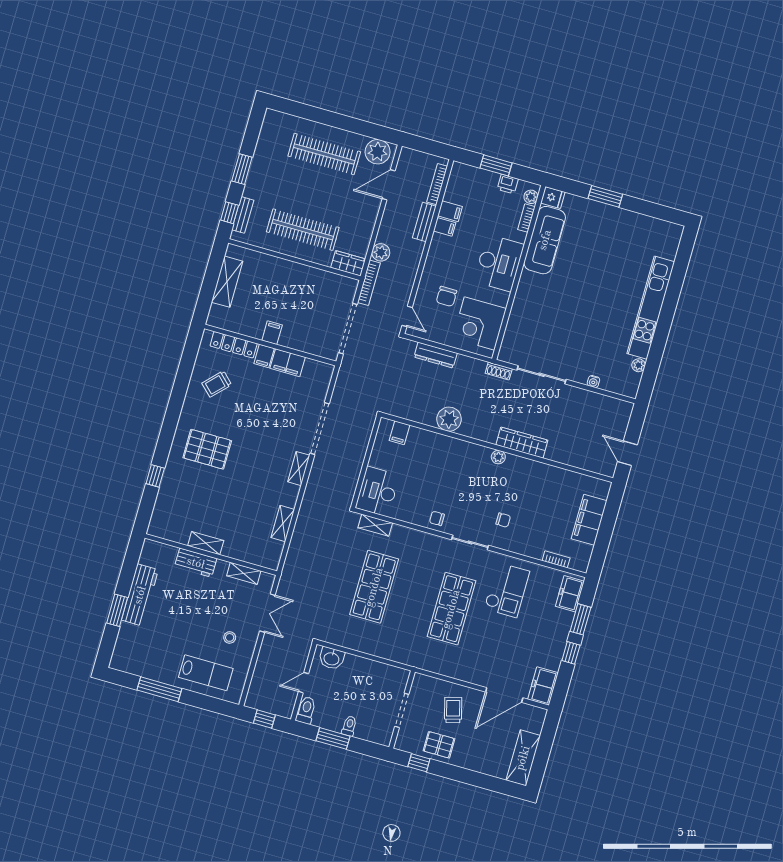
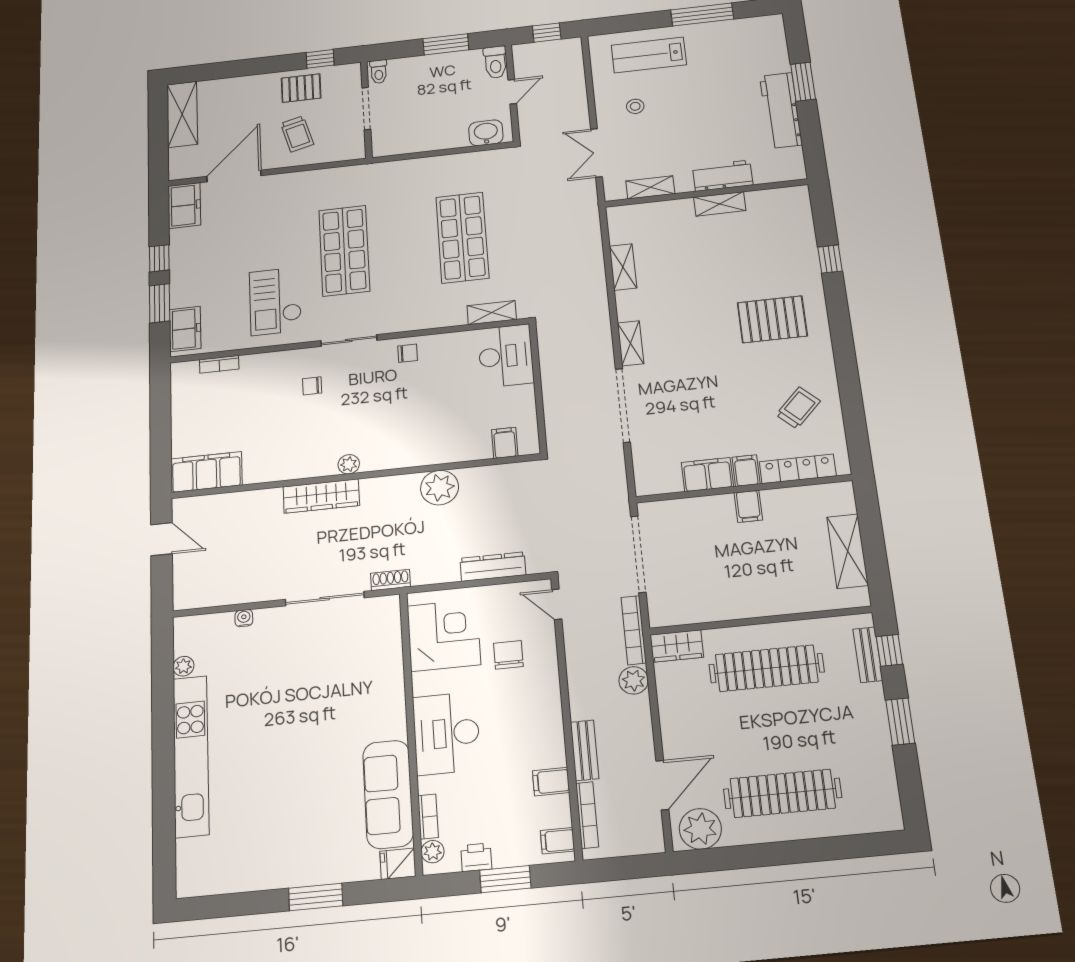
filing cabinet: (445, 227) -> (558, 841), moved
filing cabinet: (589, 520) -> (206, 472), moved, turned -90
toilet: (349, 726) -> (379, 72), moved

